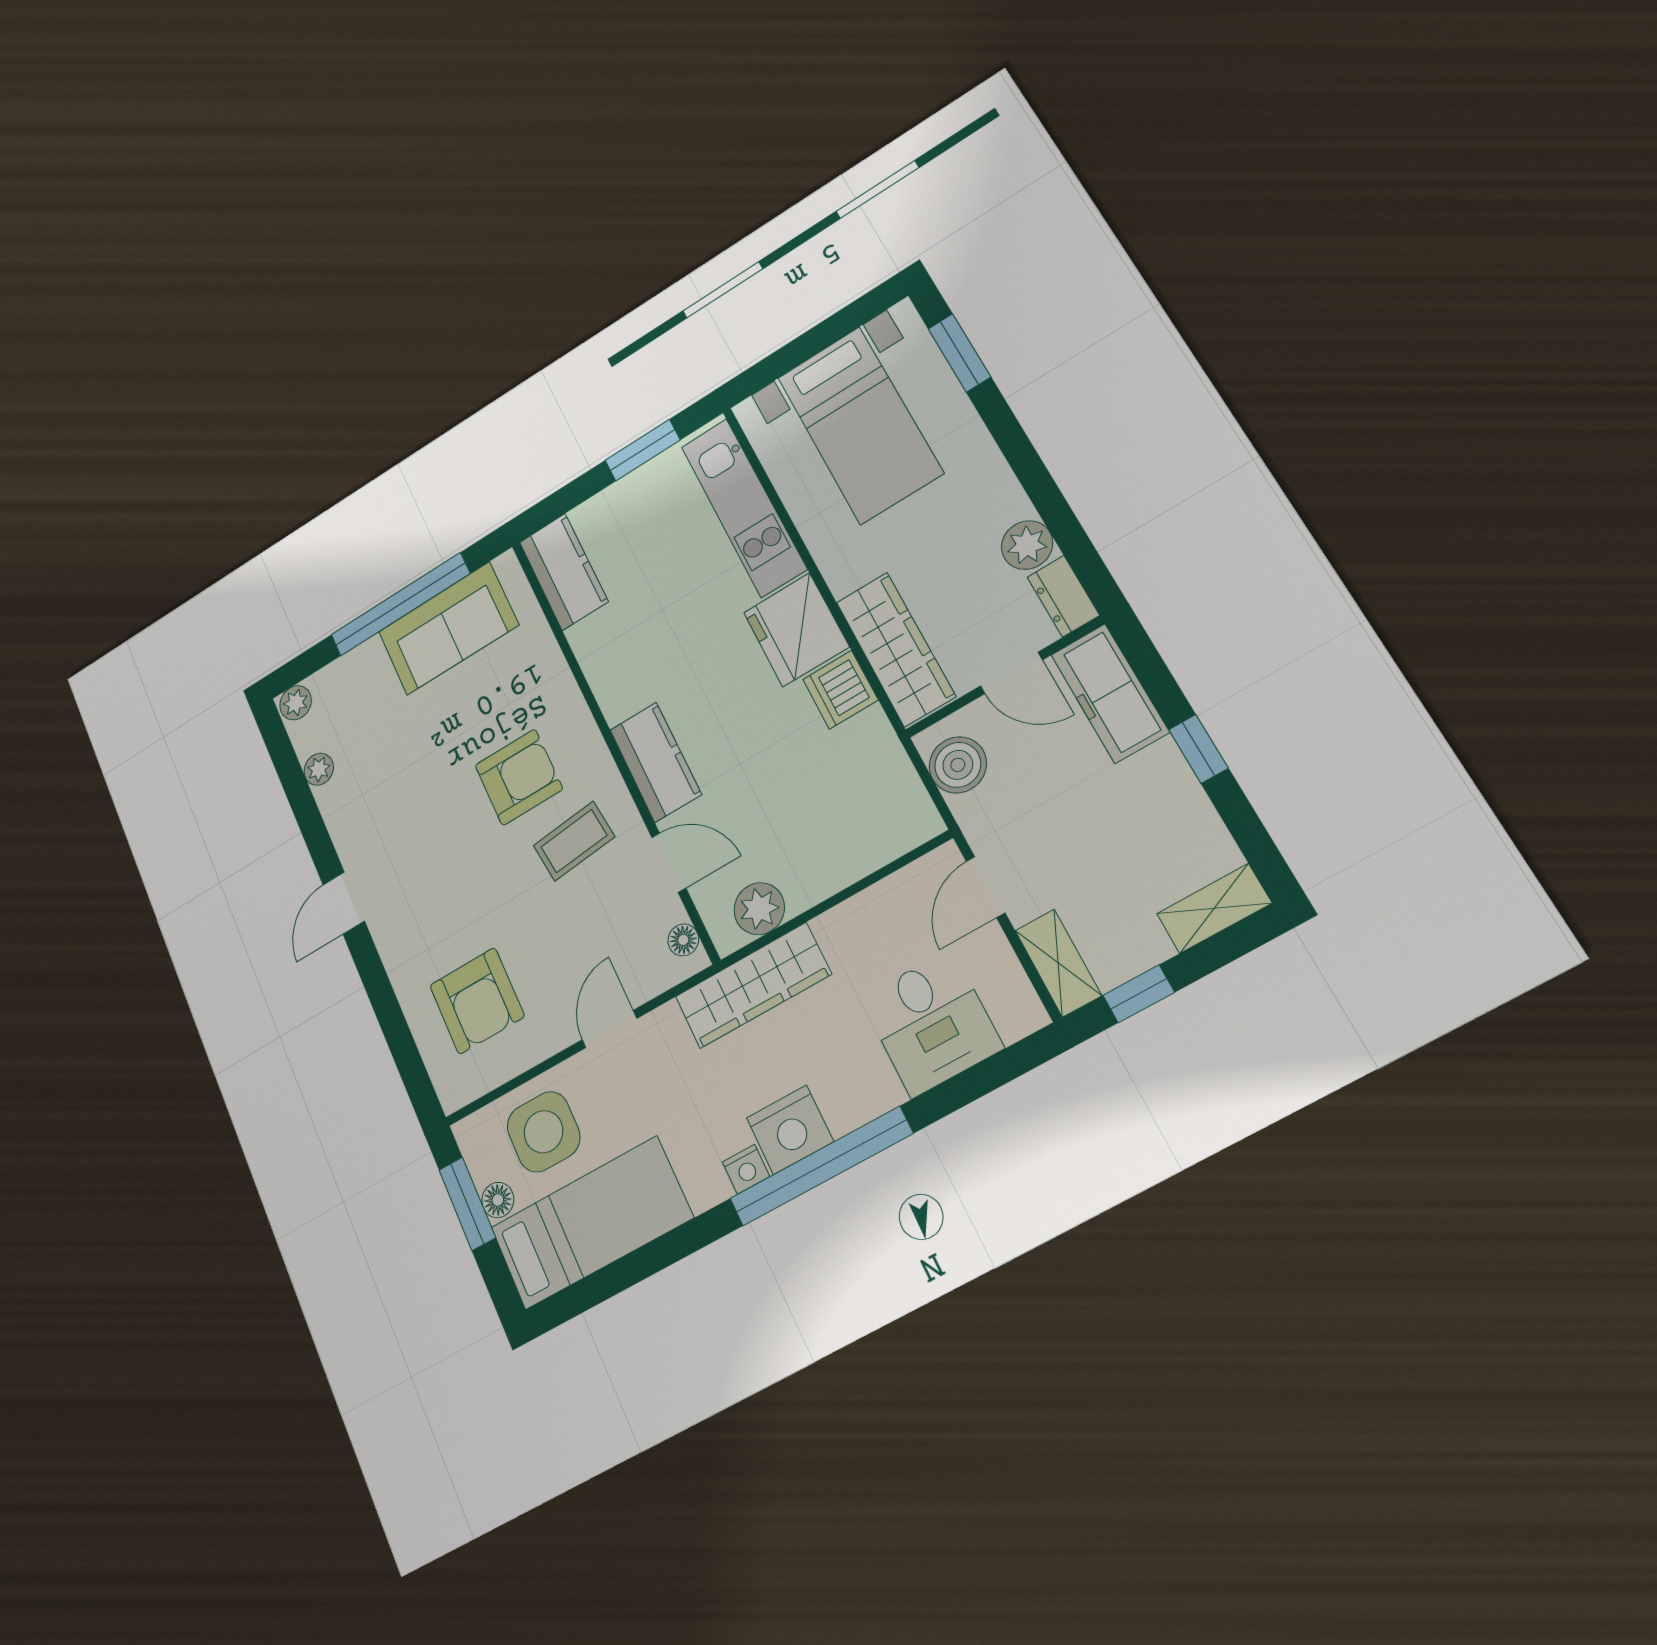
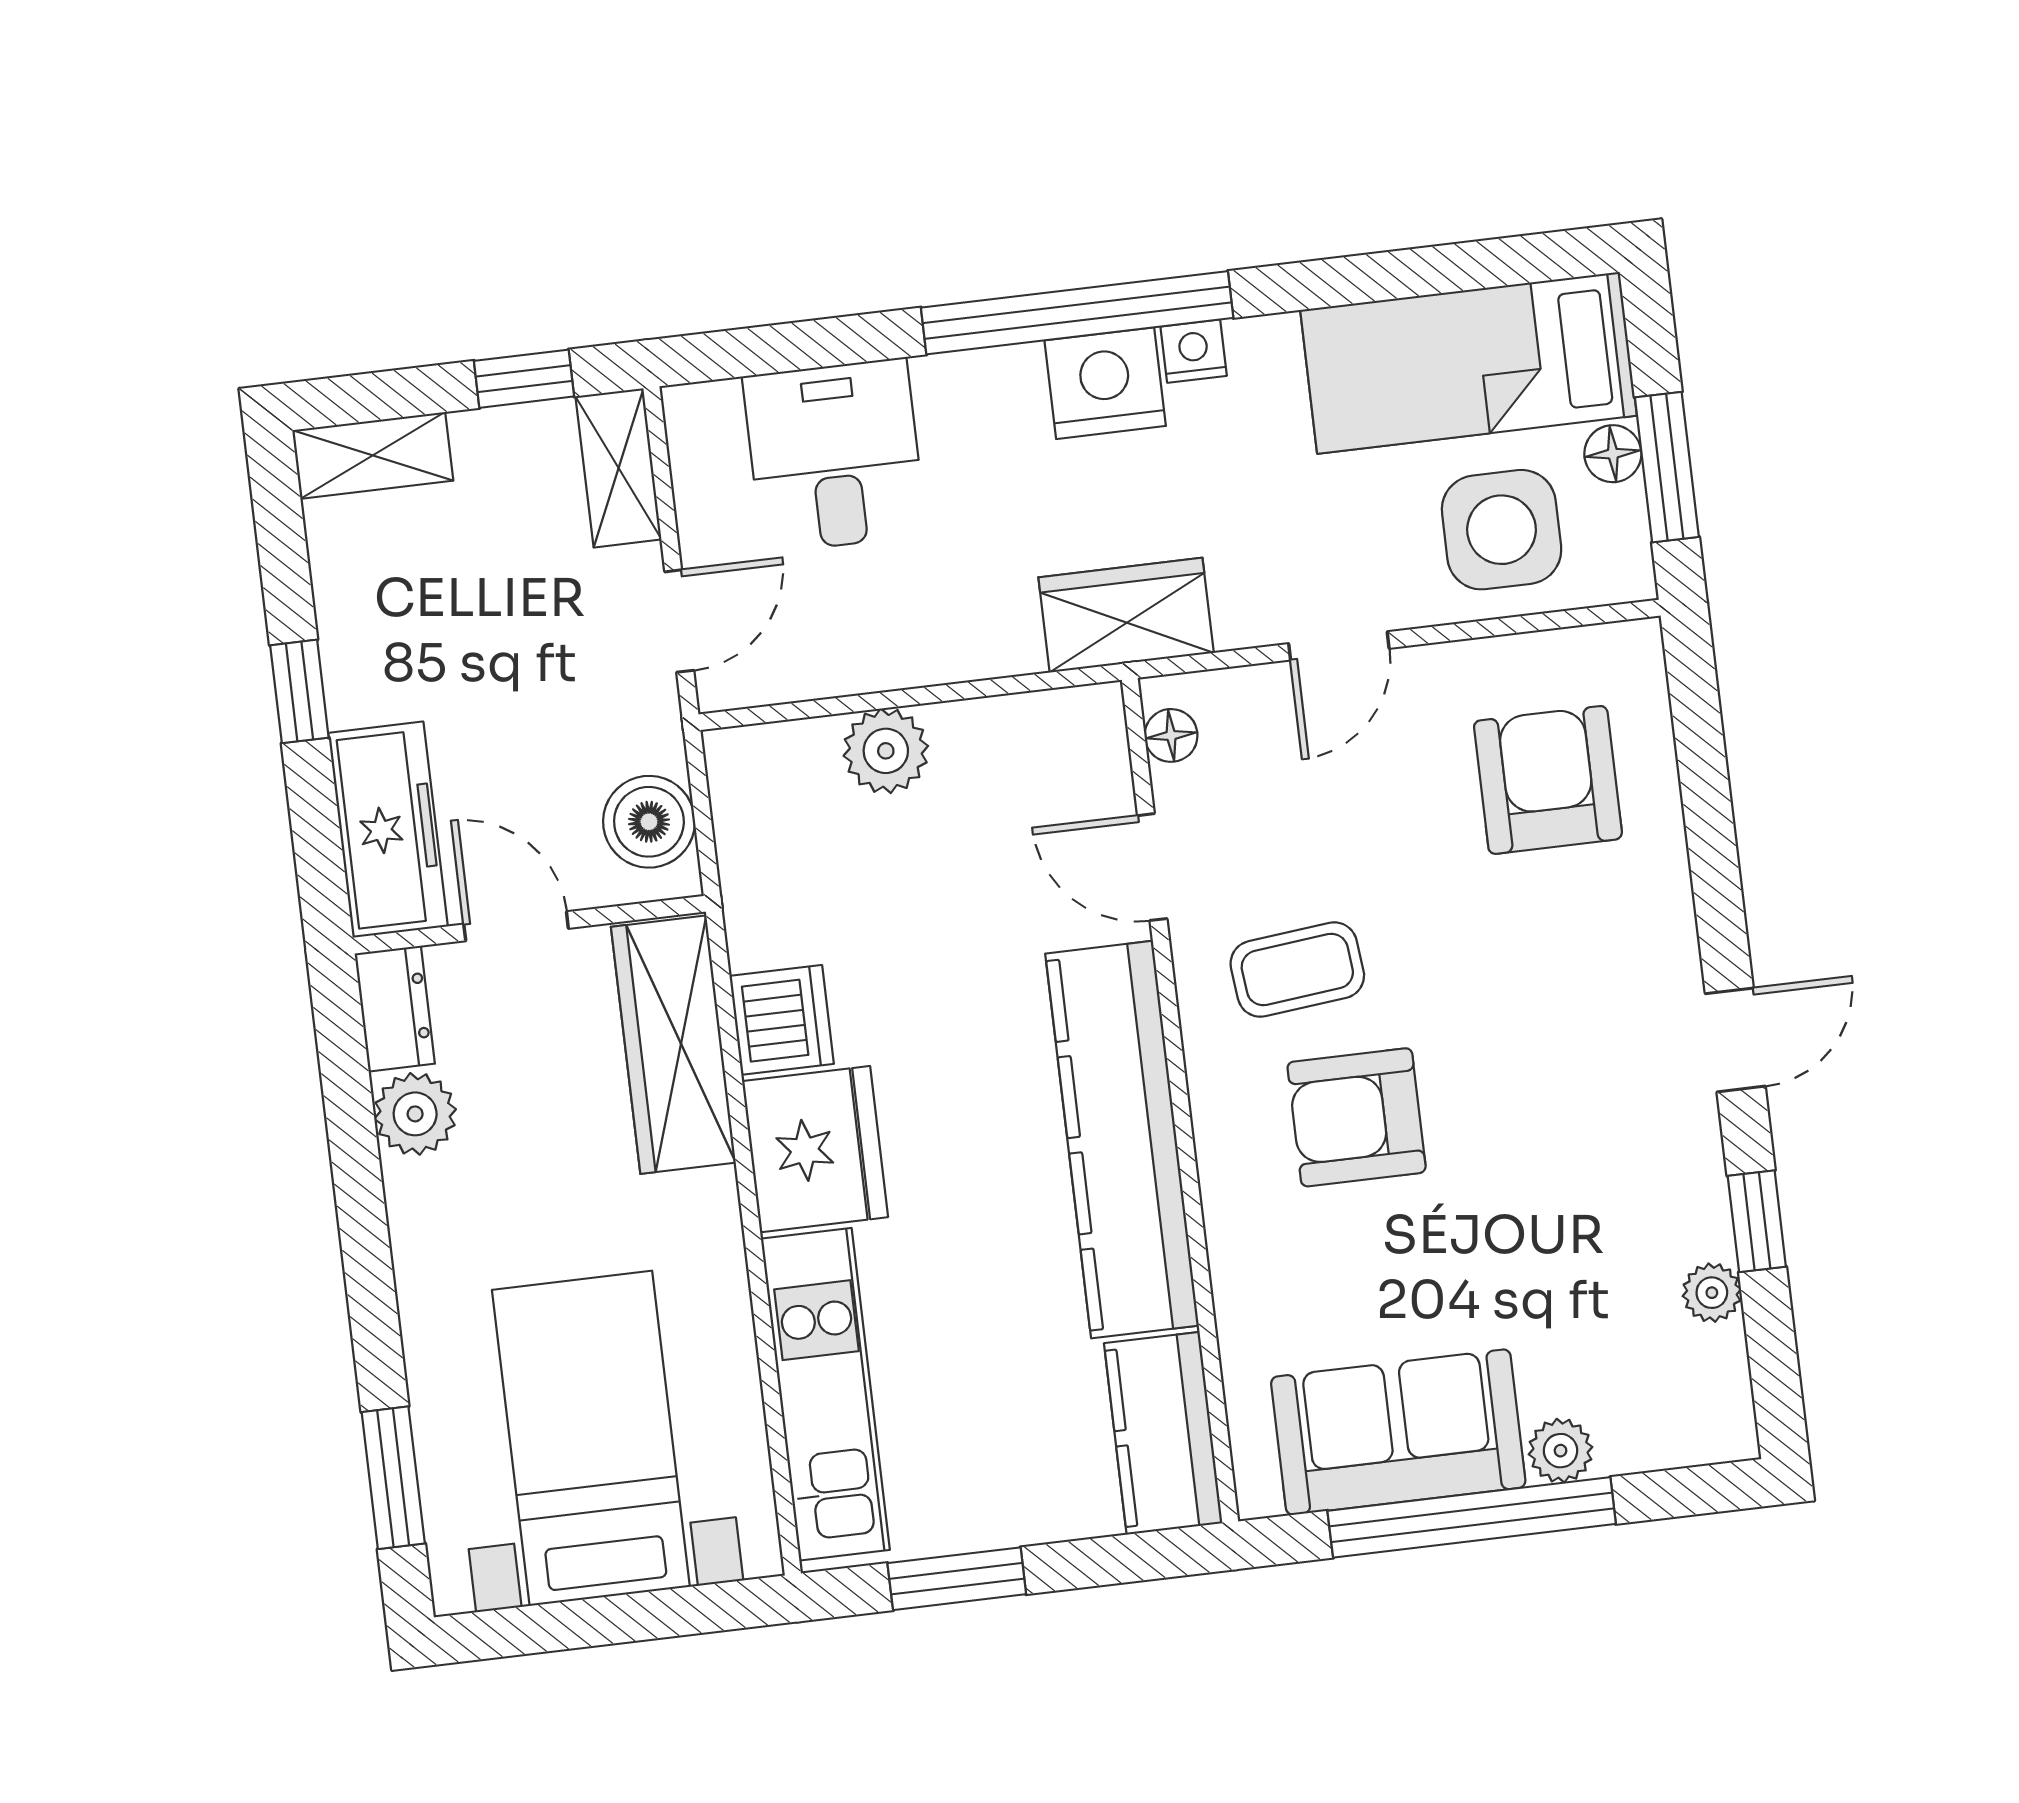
plant: (296, 703) -> (1561, 1451), moved
kitchen counter: (655, 762) -> (1122, 1140), width x2.08, depth x1.17
window: (307, 815) -> (1757, 1221), added
plant: (759, 909) -> (886, 751), moved
wardrobe: (753, 985) -> (1126, 615), width x0.67

